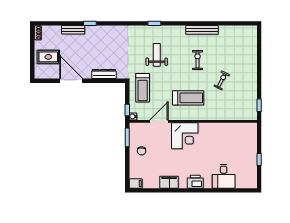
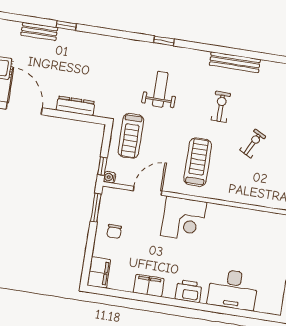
treadmill: (188, 98) -> (198, 162), turned -90
desk: (224, 176) -> (233, 289), width x1.37
filing cabinet: (136, 184) -> (99, 272), width x2.00

